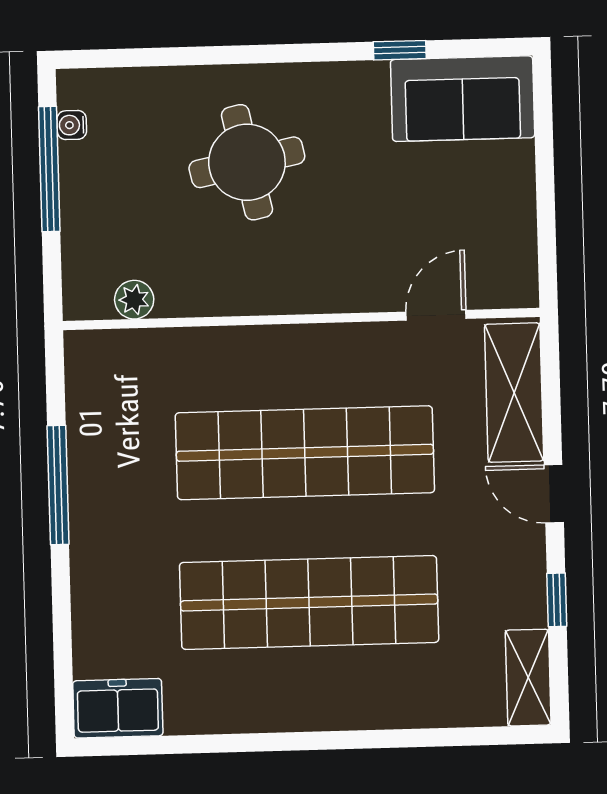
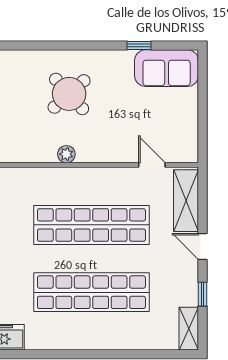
round table: (247, 162) -> (69, 94), turned -30
plant: (134, 300) -> (66, 154), moved
door: (436, 315) -> (152, 165), hinge flipped

